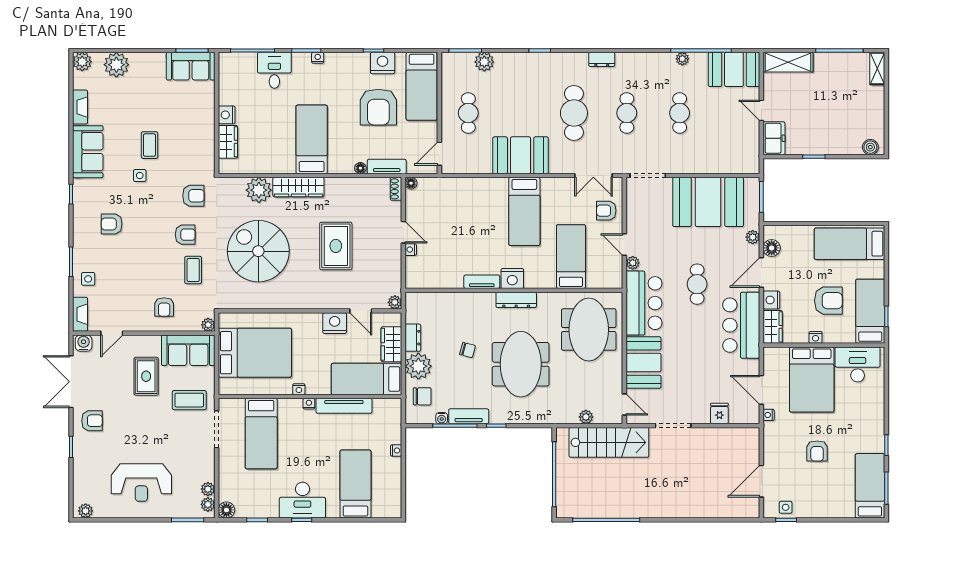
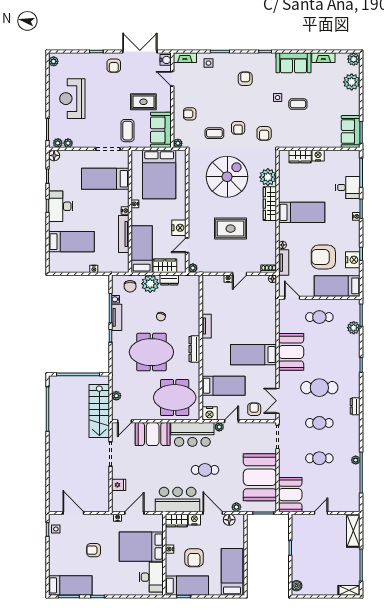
booth: (734, 69) -> (290, 495), moved
freezer: (774, 138) -> (302, 521), removed
nightstand: (512, 279) -> (210, 413), moved, turned -90

